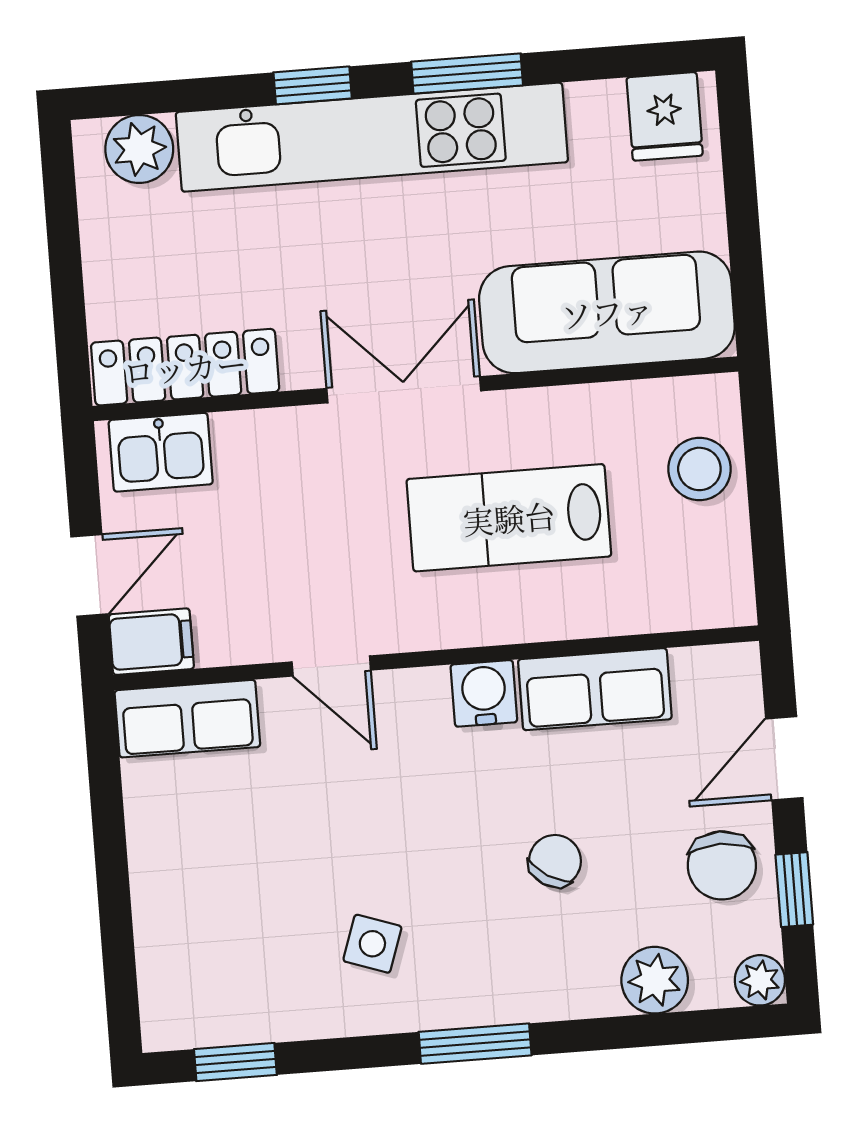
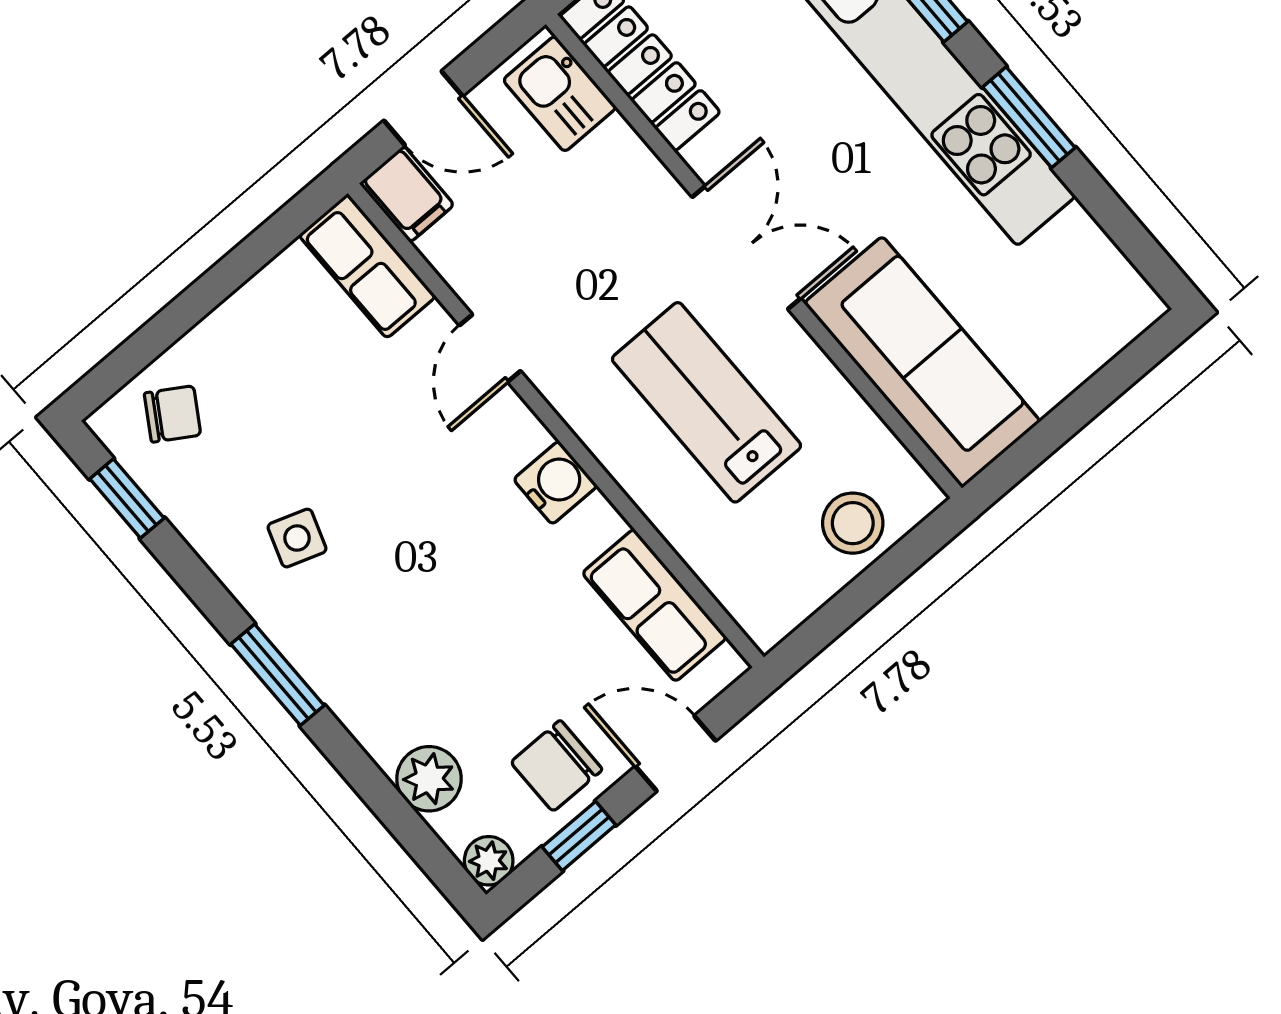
fridge: (665, 116) -> (1108, 296), removed
row of seats: (595, 689) -> (655, 605), moved
chair: (555, 861) -> (173, 414), moved

